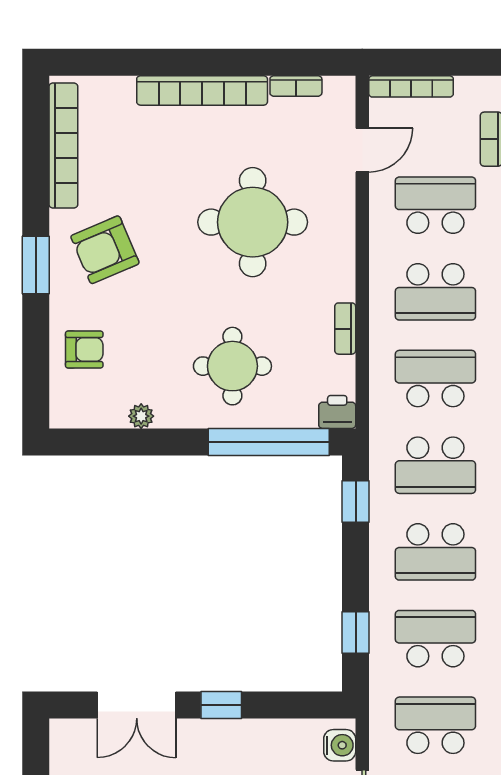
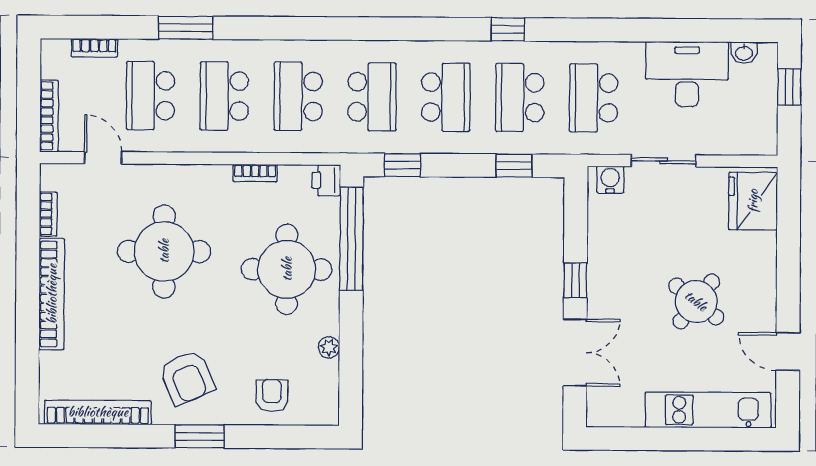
school desk: (435, 292) -> (224, 96), turned 180
round table: (232, 366) -> (287, 269), width x1.36, depth x1.36

